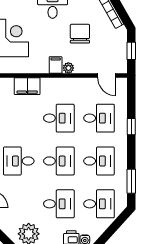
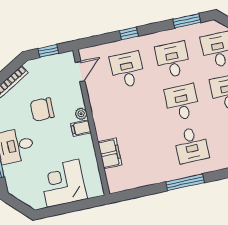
desk: (59, 118) -> (137, 112), removed

